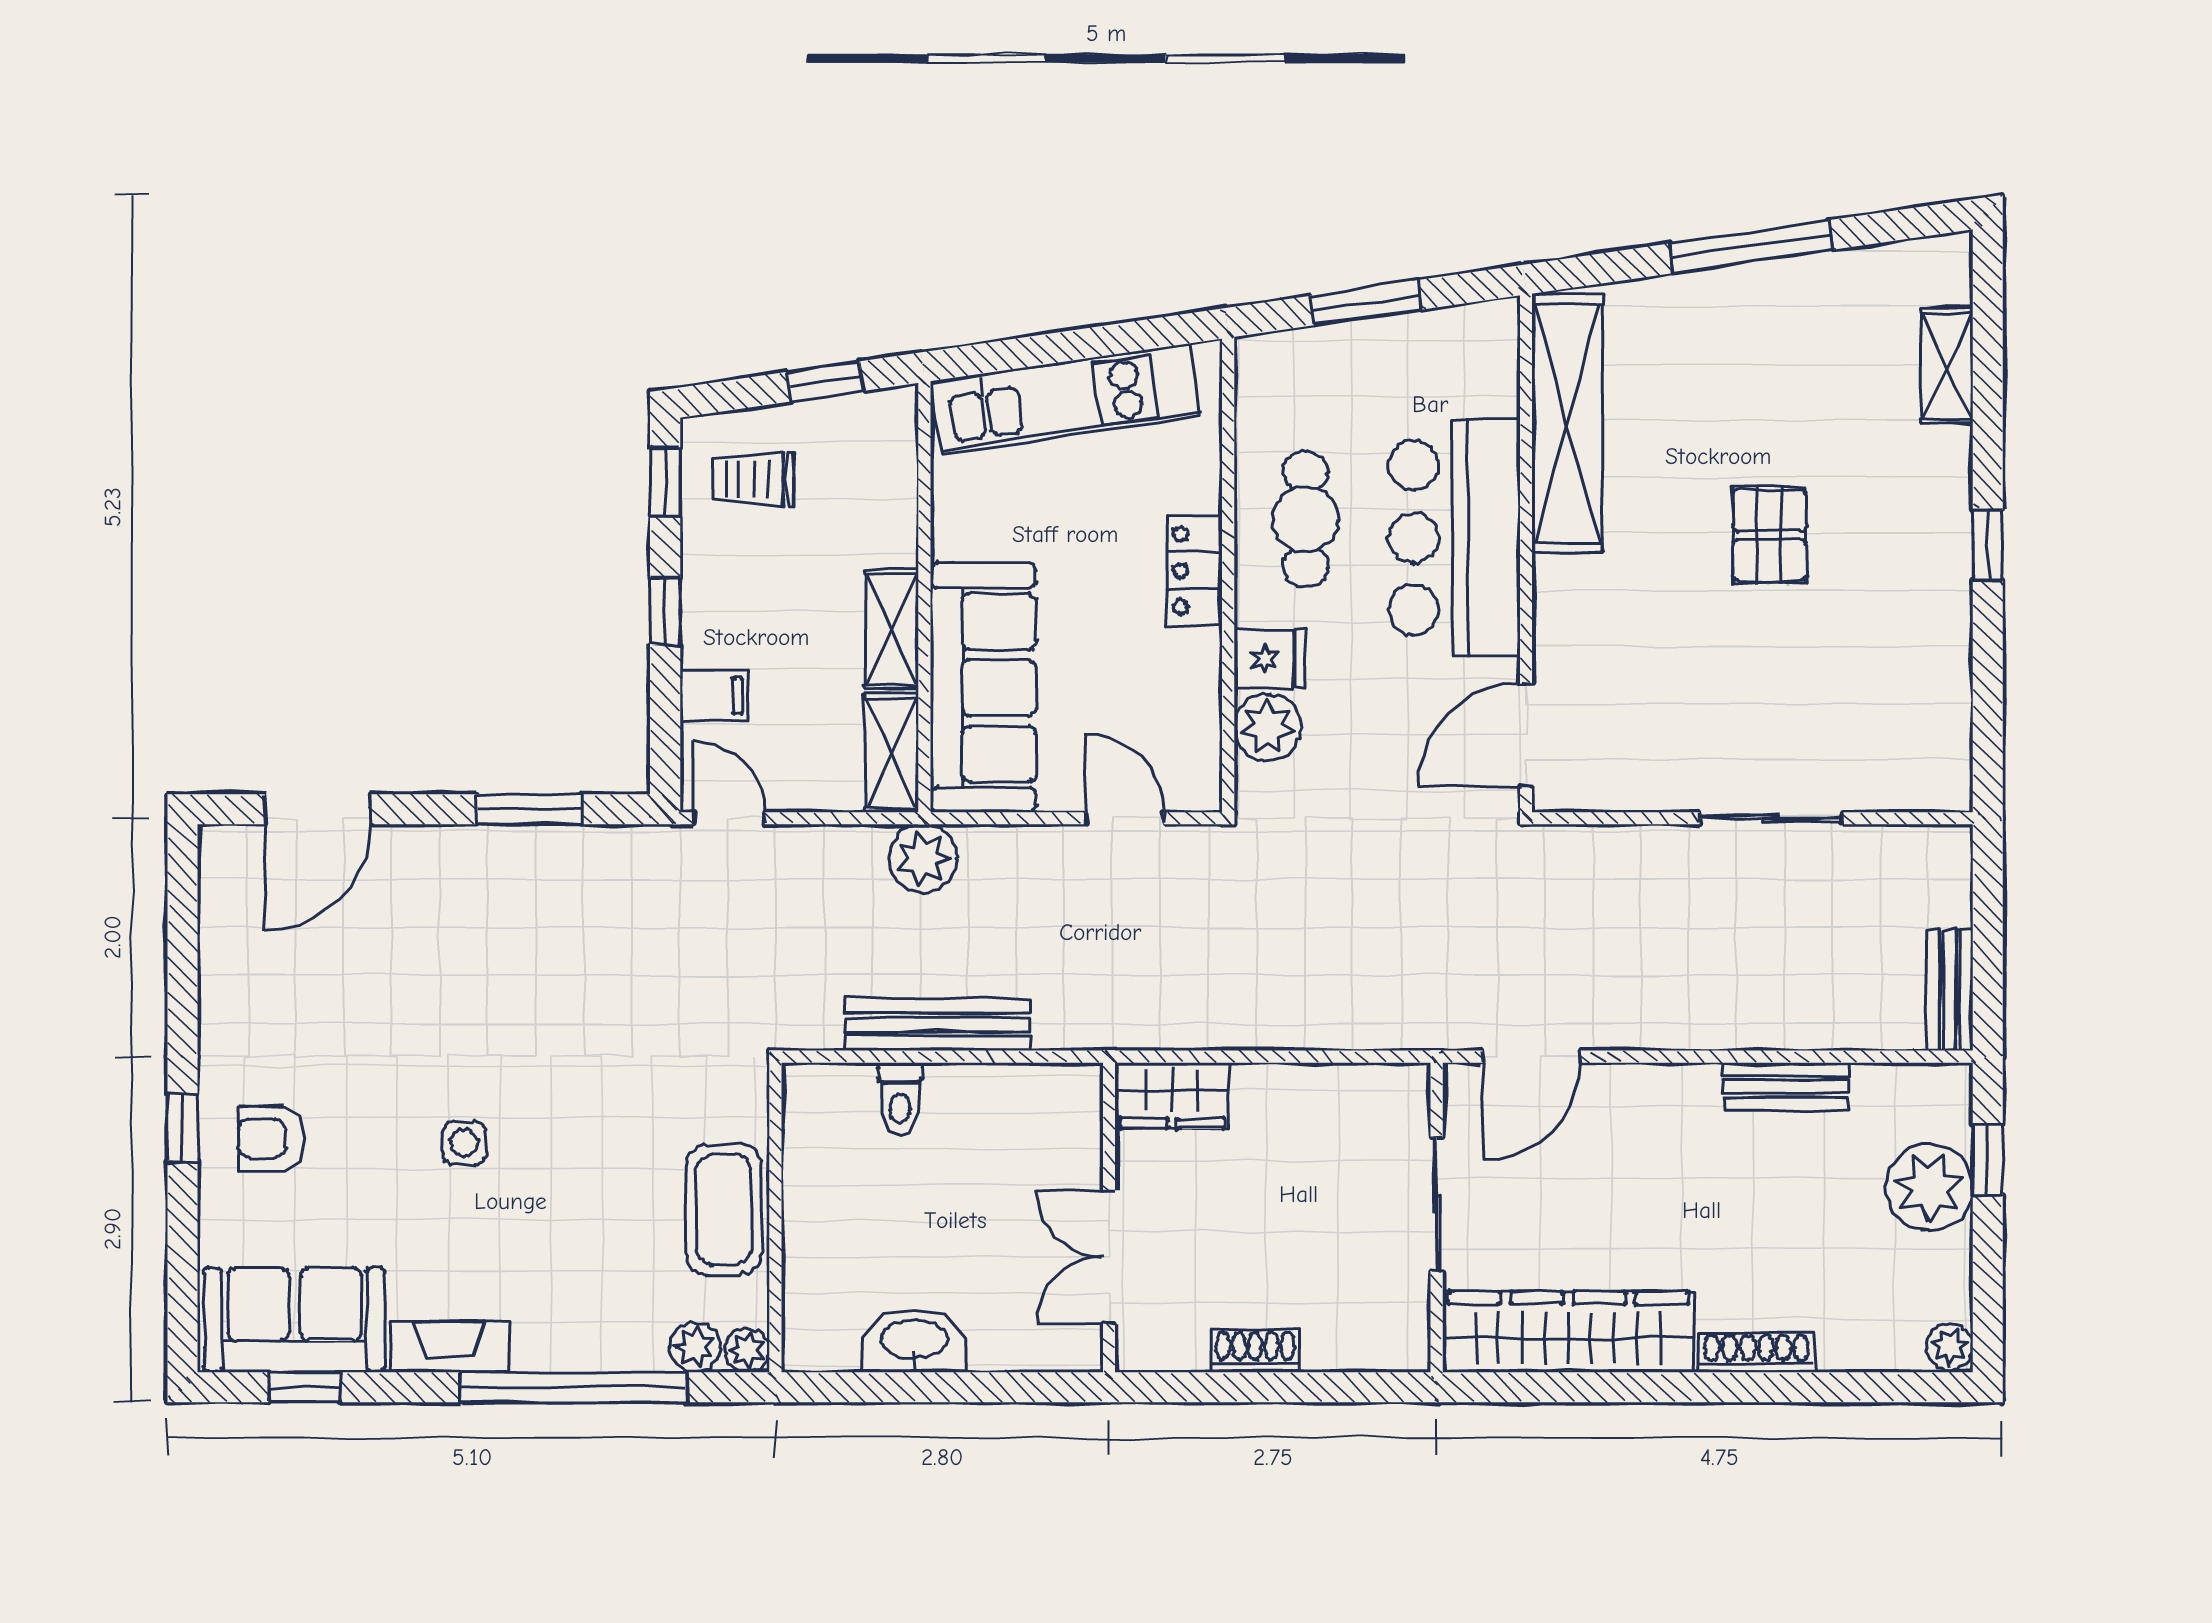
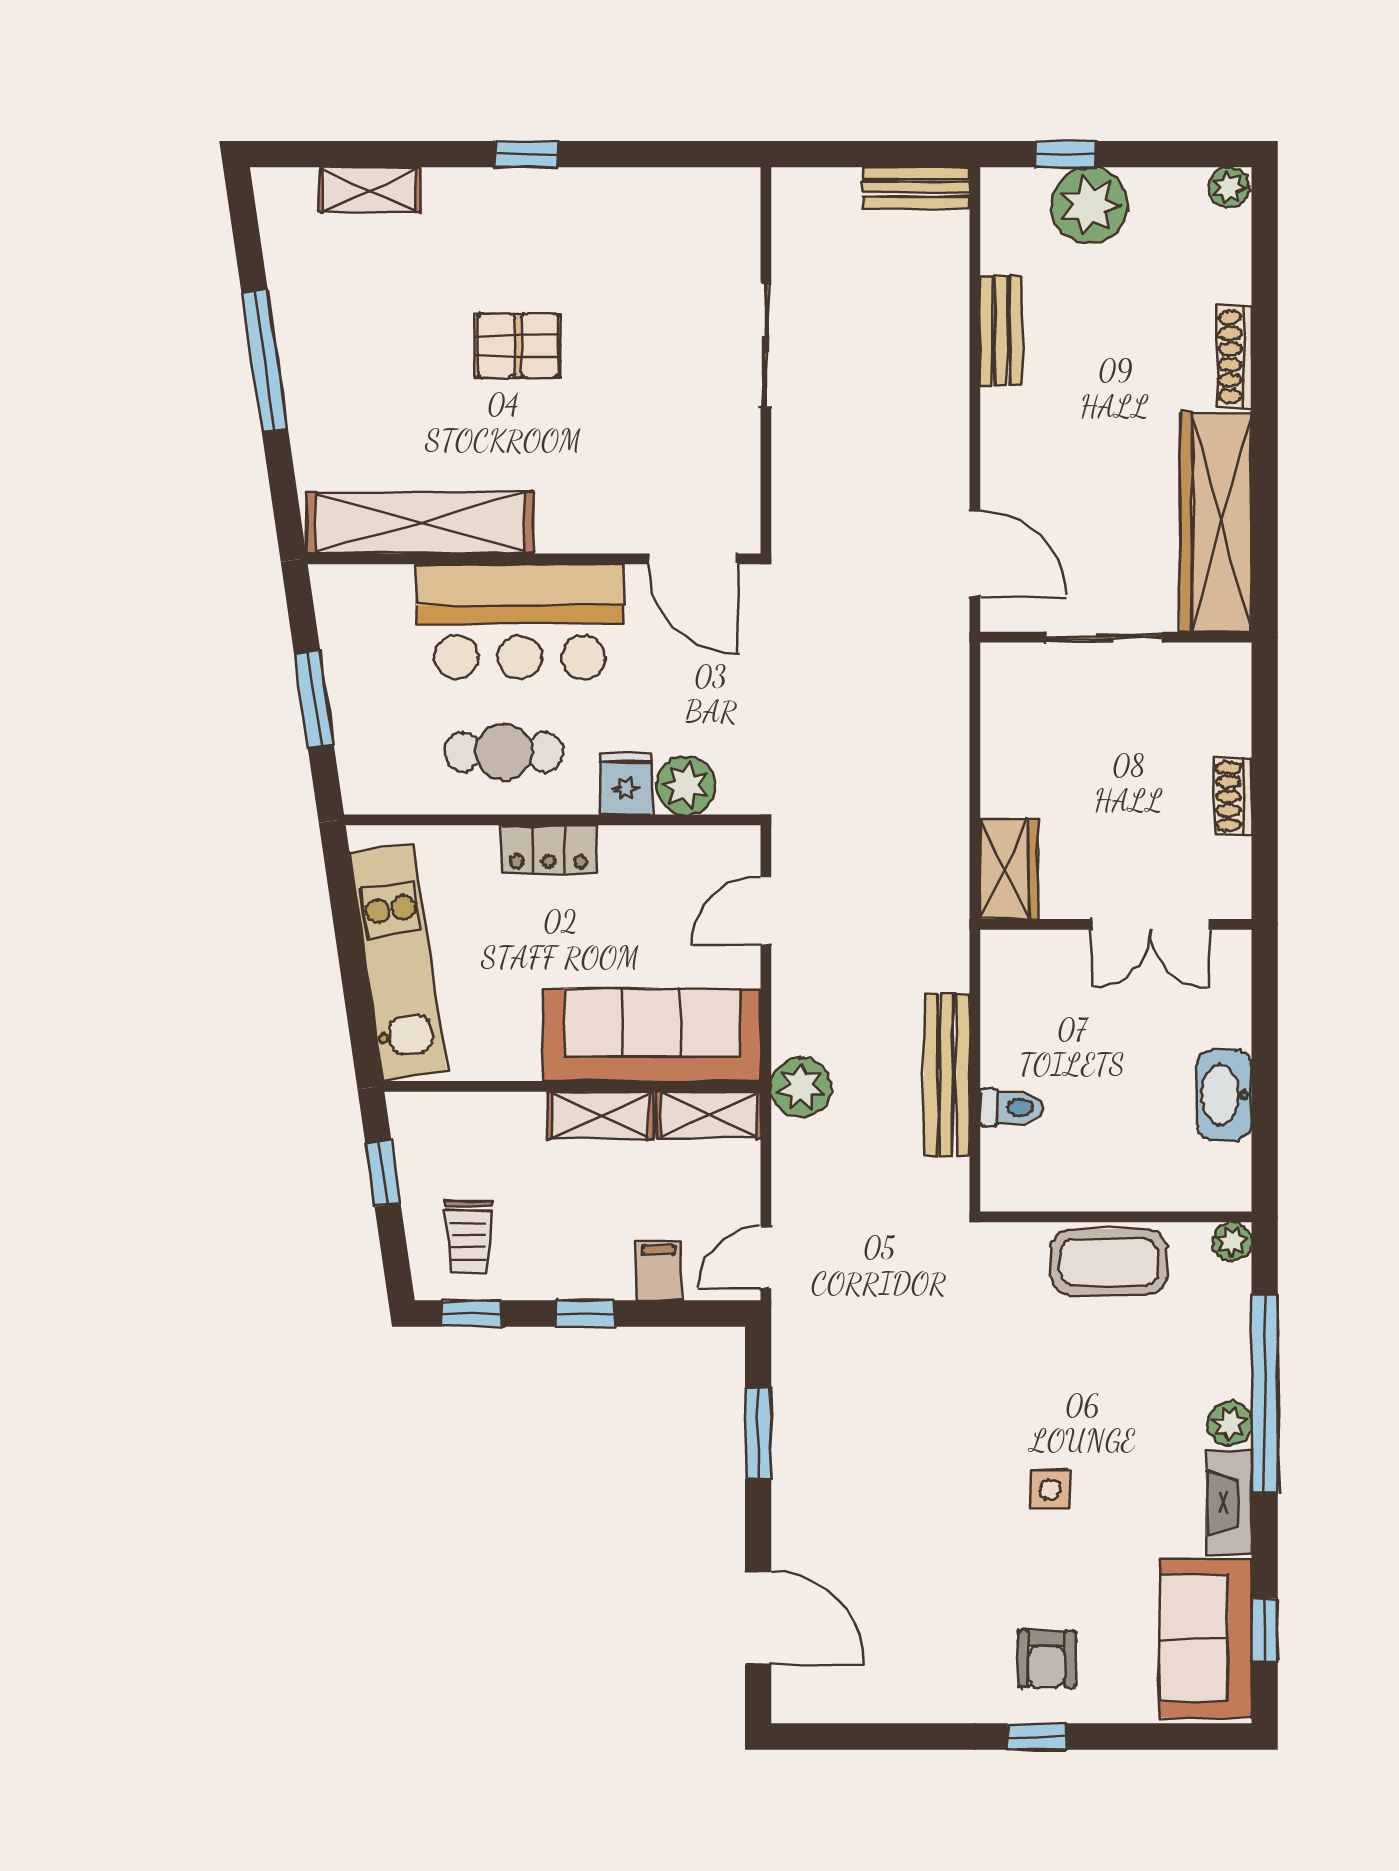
plant: (695, 1347) -> (1230, 1424), moved

